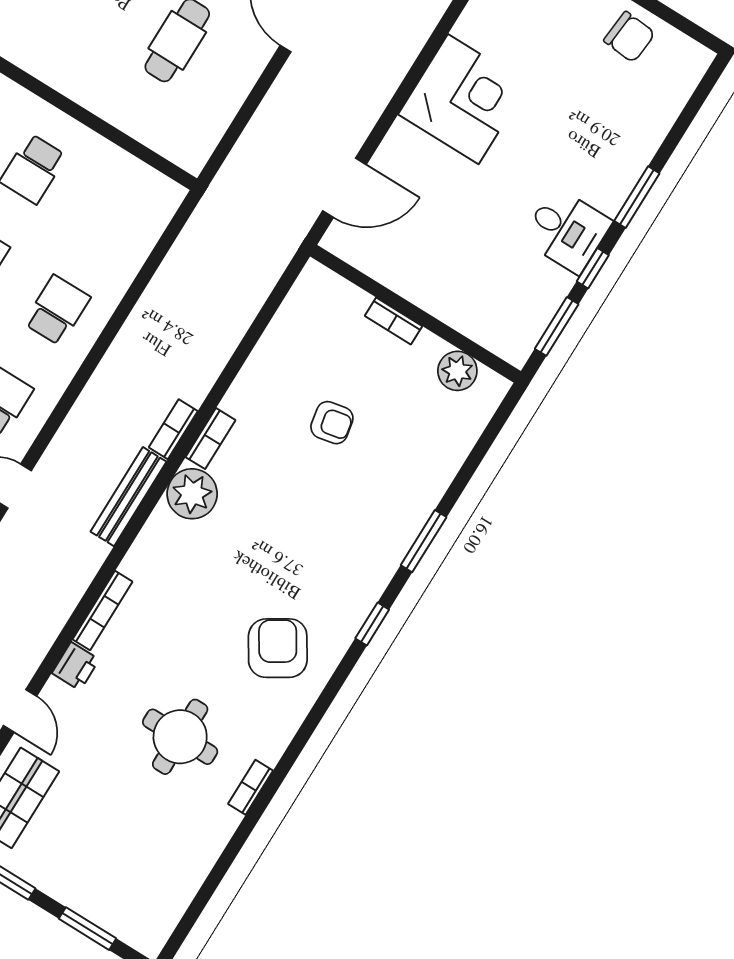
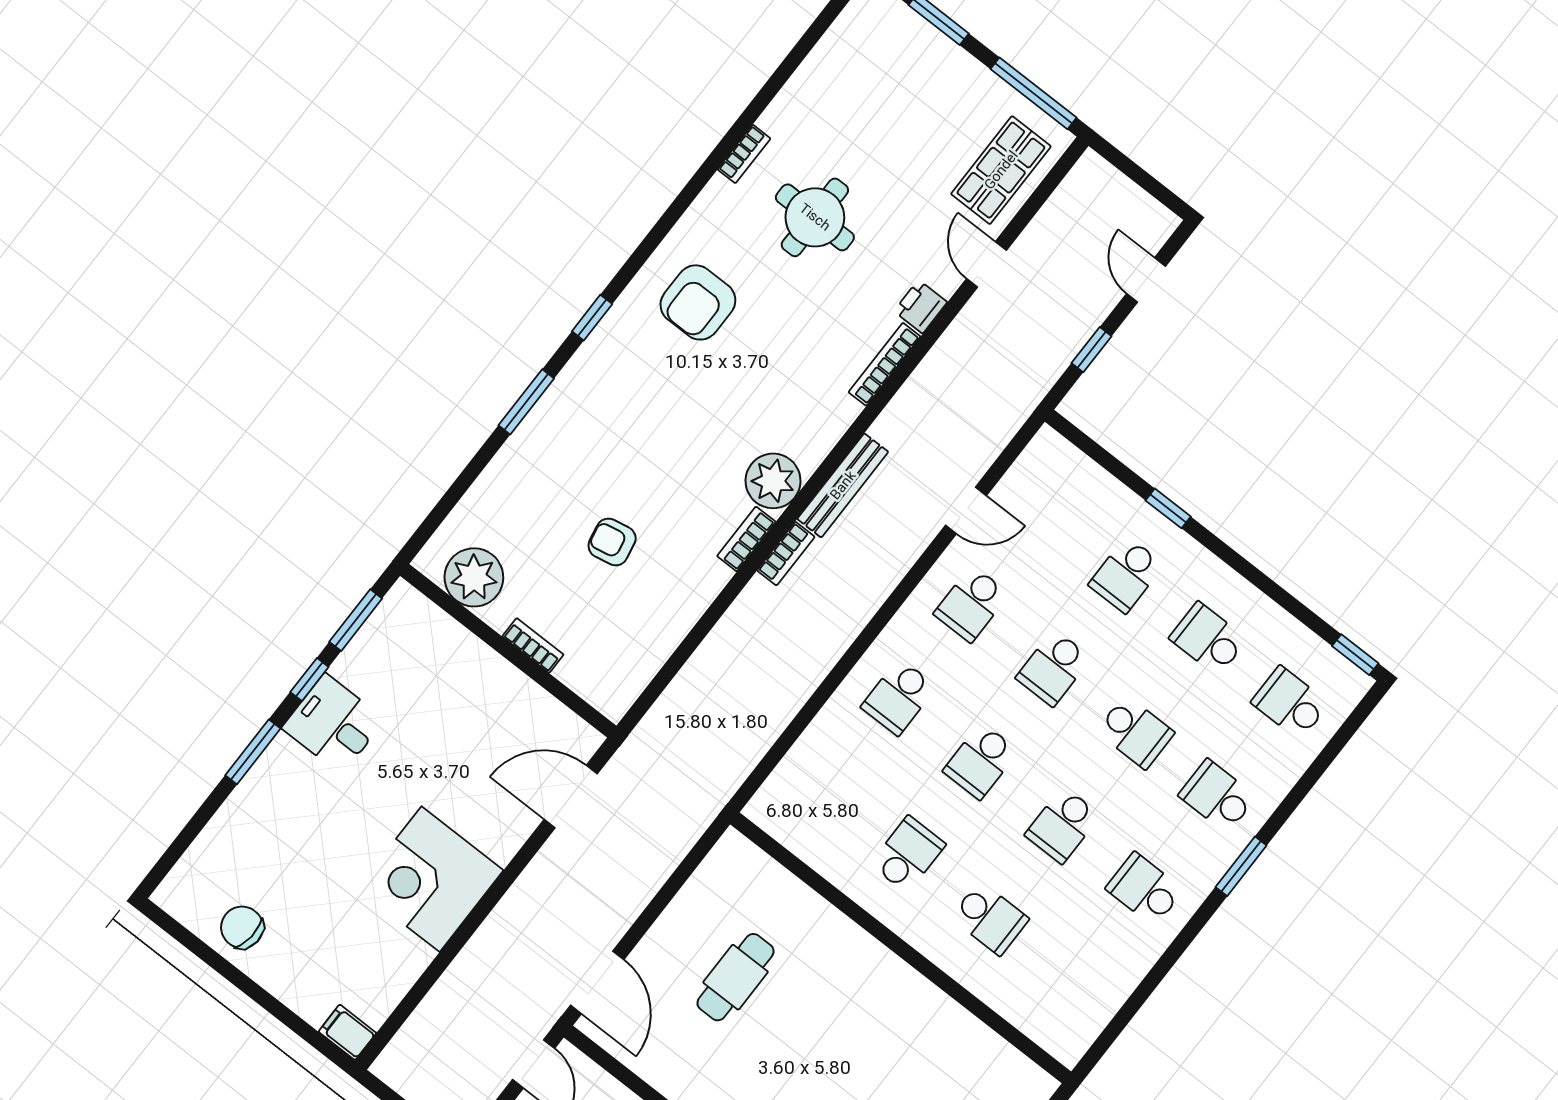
plant: (457, 371) -> (474, 577), width x1.36, depth x1.36
armchair: (278, 648) -> (698, 302), turned 32

